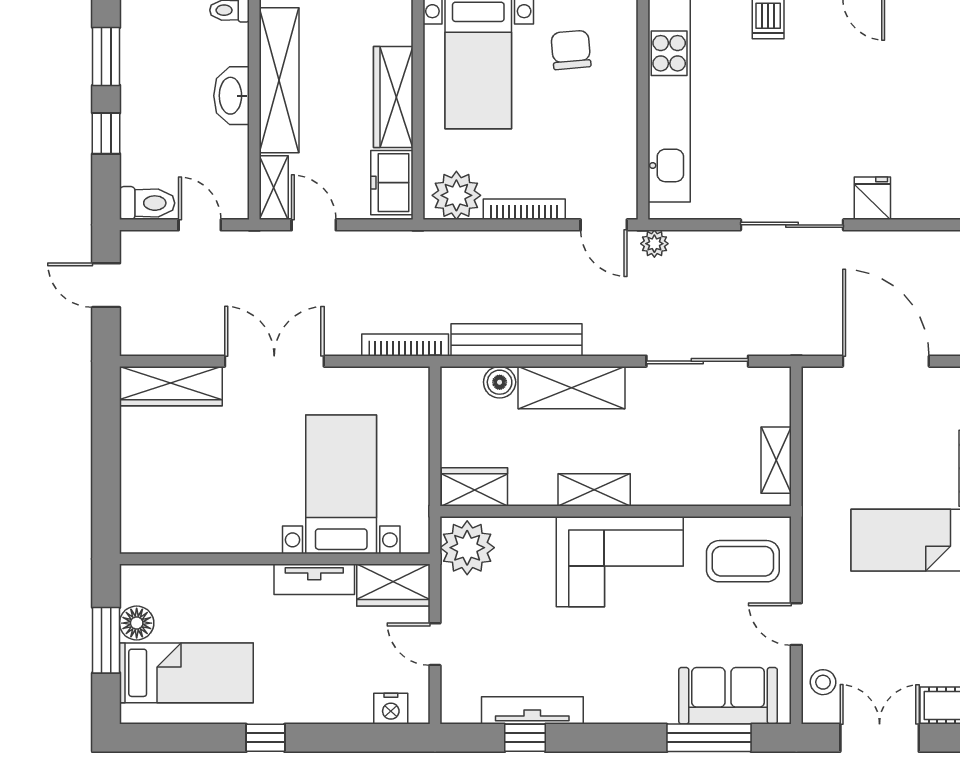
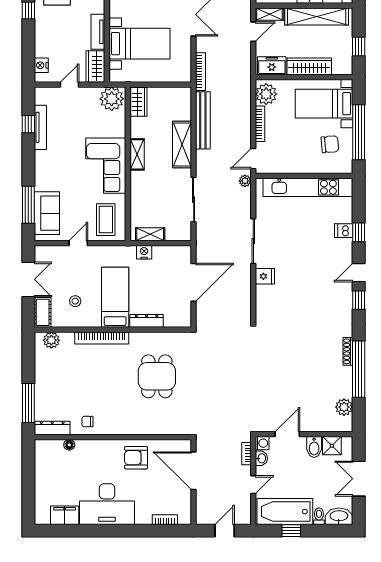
boiler: (500, 382) -> (184, 113), removed
nightstand: (817, 474) -> (144, 252), added
stool: (823, 682) -> (75, 301), moved

